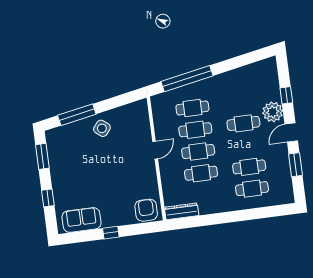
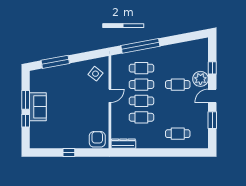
side table: (102, 128) -> (95, 74), moved
window: (42, 156) -> (26, 100), moved
cafe table: (249, 167) -> (178, 117), removed
sofa: (82, 220) -> (38, 107), moved, turned 90

